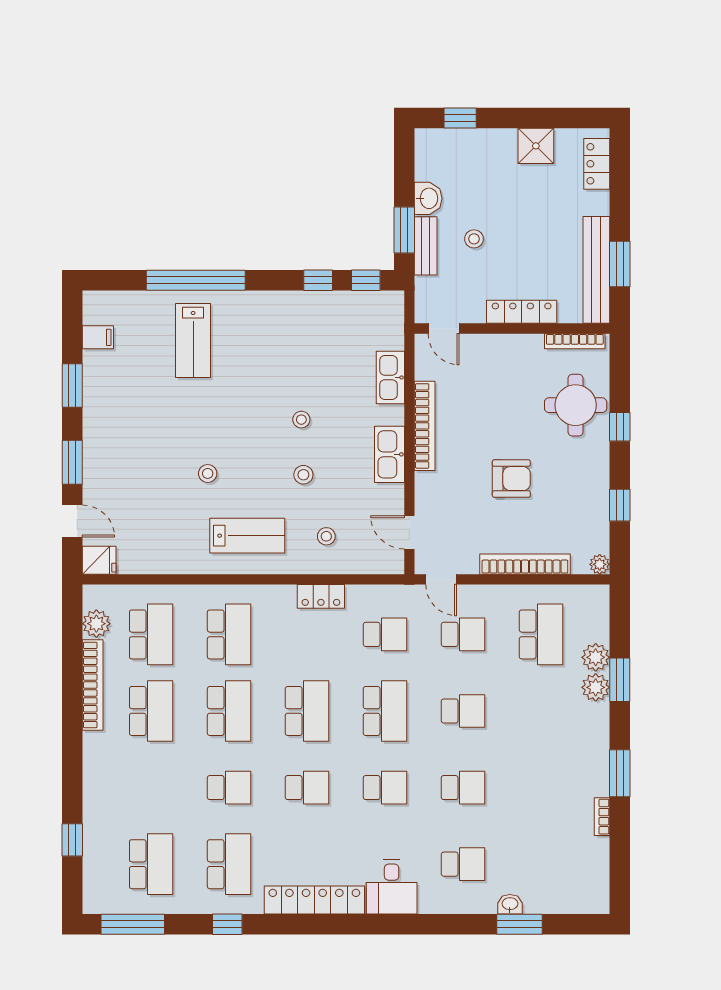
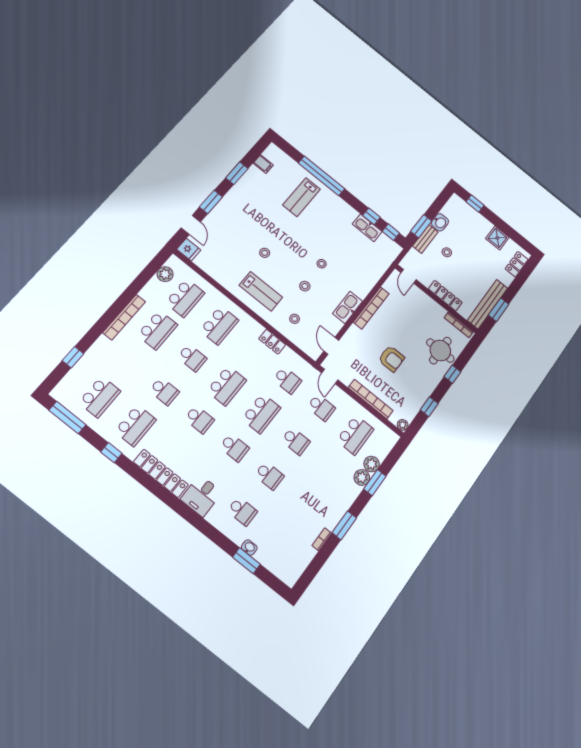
kitchen sink: (390, 377) -> (367, 228), moved, turned -90
bookcase: (93, 685) -> (124, 317), moved
school desk: (229, 711) -> (192, 358), width x0.54

